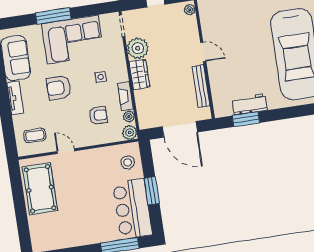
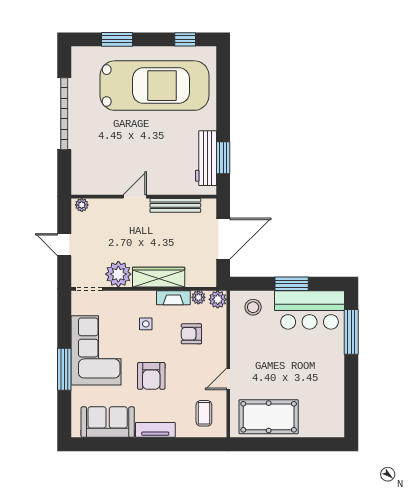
wardrobe: (139, 74) -> (159, 277), width x1.50
workbench: (250, 104) -> (206, 158), width x1.38
armchair: (98, 115) -> (191, 334), turned -92

